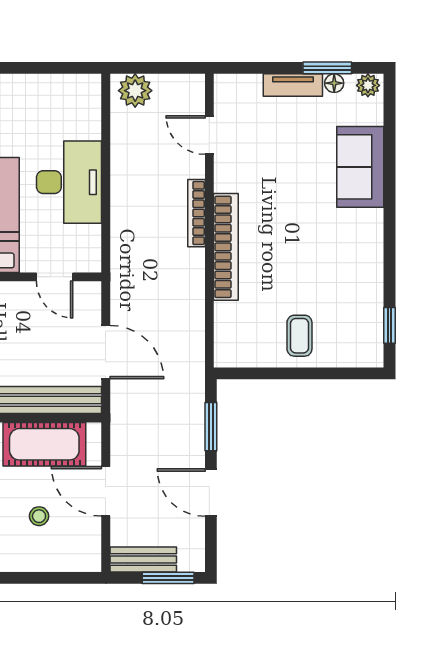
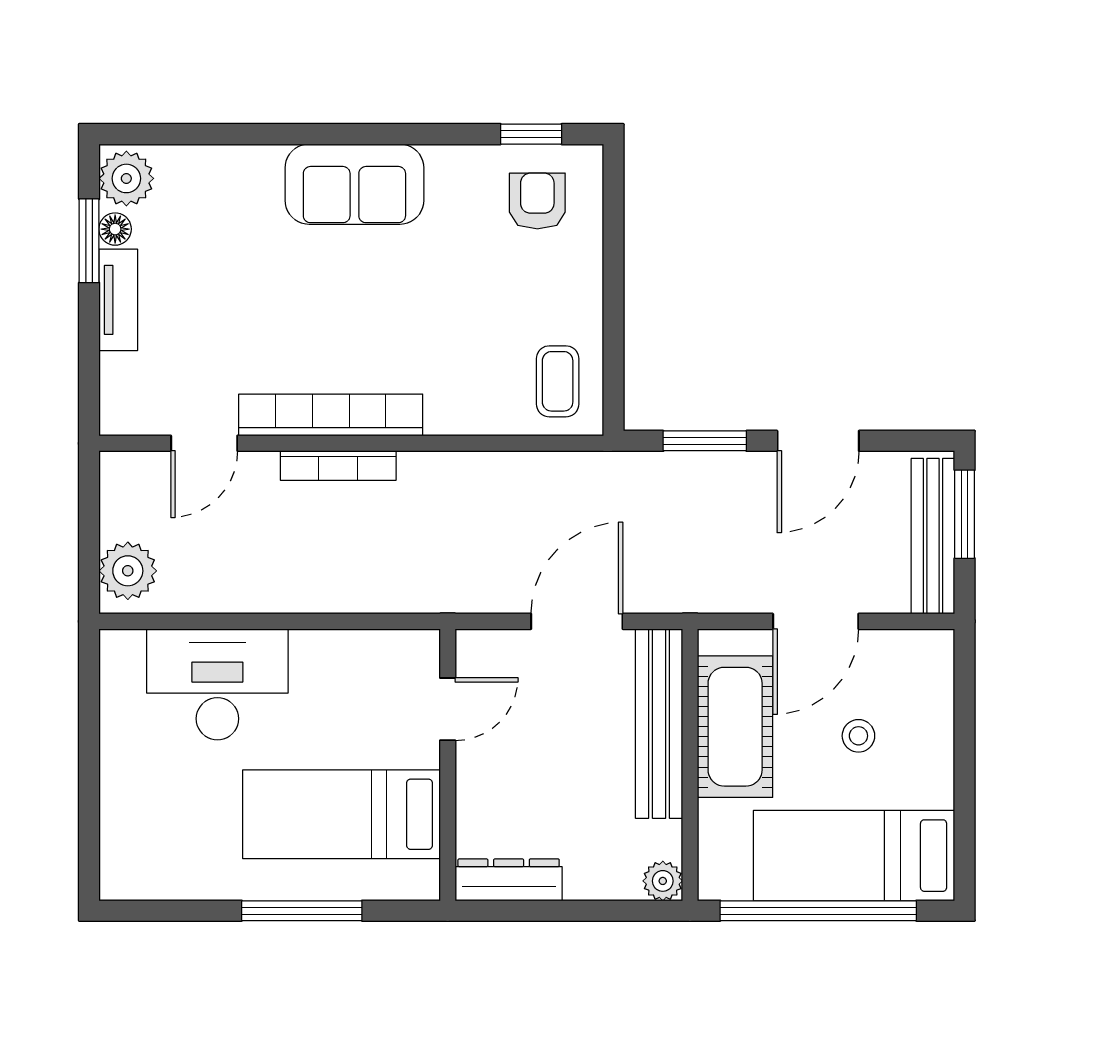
plant: (368, 85) -> (126, 178), width x1.38, depth x1.38
sofa: (360, 167) -> (354, 184), moved
desk: (69, 182) -> (217, 684), moved
bookcase: (226, 247) -> (331, 415), moved
armchair: (351, 329) -> (537, 201), added
coffee table: (299, 336) -> (558, 381), moved, turned 90
bench: (143, 560) -> (933, 536), width x1.36

